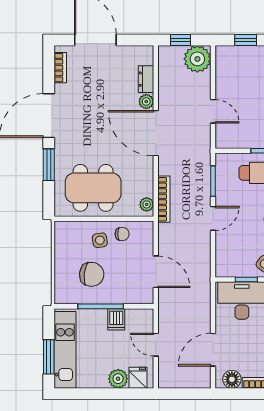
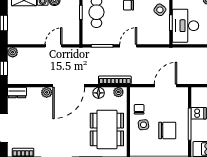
plant: (197, 59) -> (13, 52), width x0.53, depth x0.53
dresser: (146, 79) -> (17, 92), moved
floor lamp: (146, 176) -> (99, 93), added
door: (213, 218) -> (128, 46), hinge flipped
chair: (92, 274) -> (167, 130), turned 83

